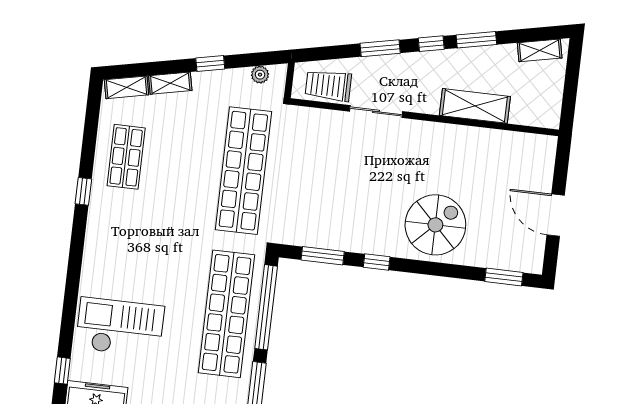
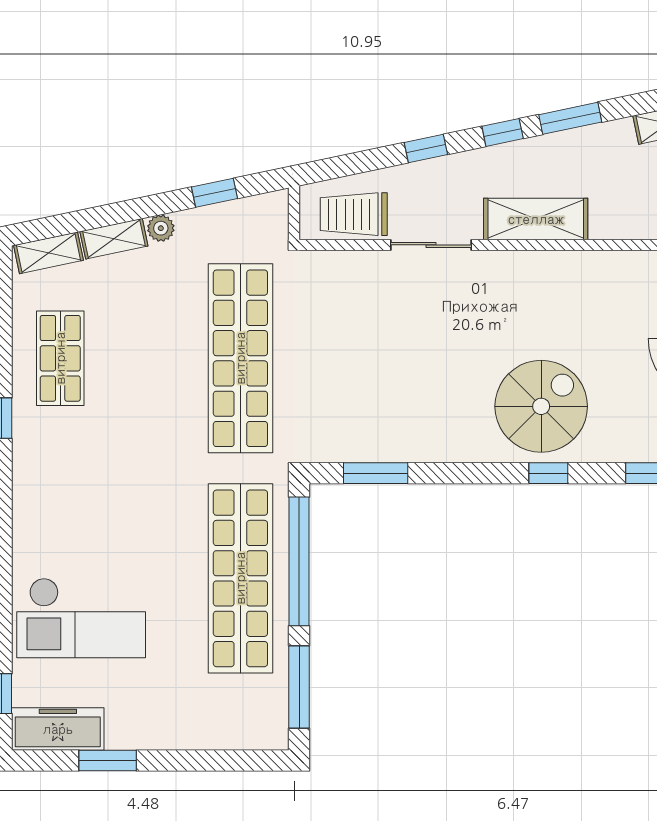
window: (380, 48) -> (426, 149), width x0.67
window: (210, 63) -> (215, 193), moved
plant: (260, 75) -> (161, 228), moved
shelving: (475, 106) -> (536, 219), moved
window: (377, 262) -> (548, 473), moved
checkout: (120, 327) -> (81, 618), turned 180

